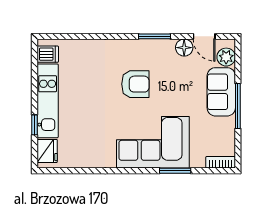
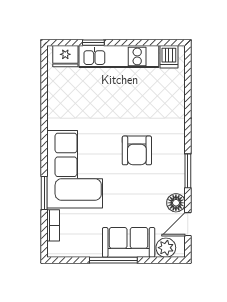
bookcase: (221, 162) -> (53, 225), moved

